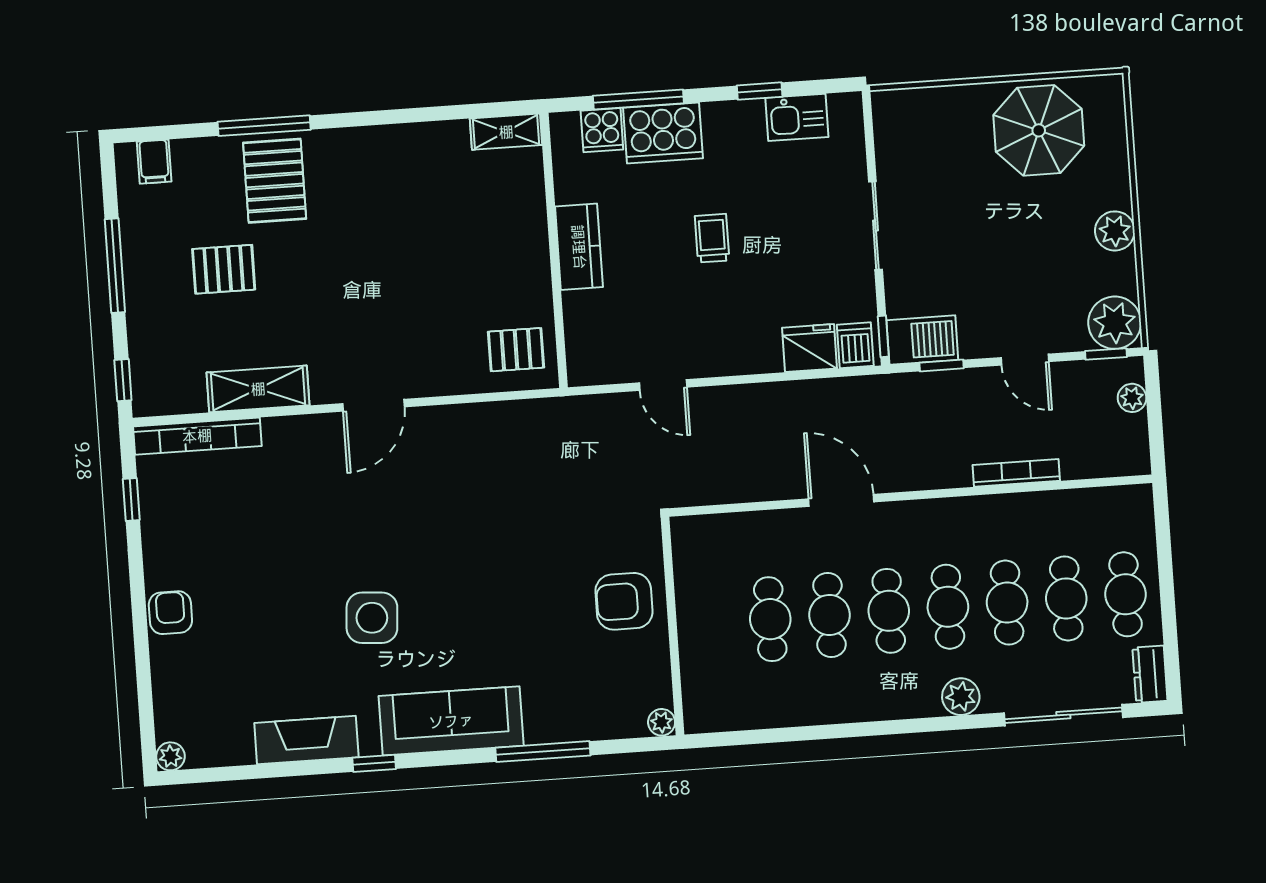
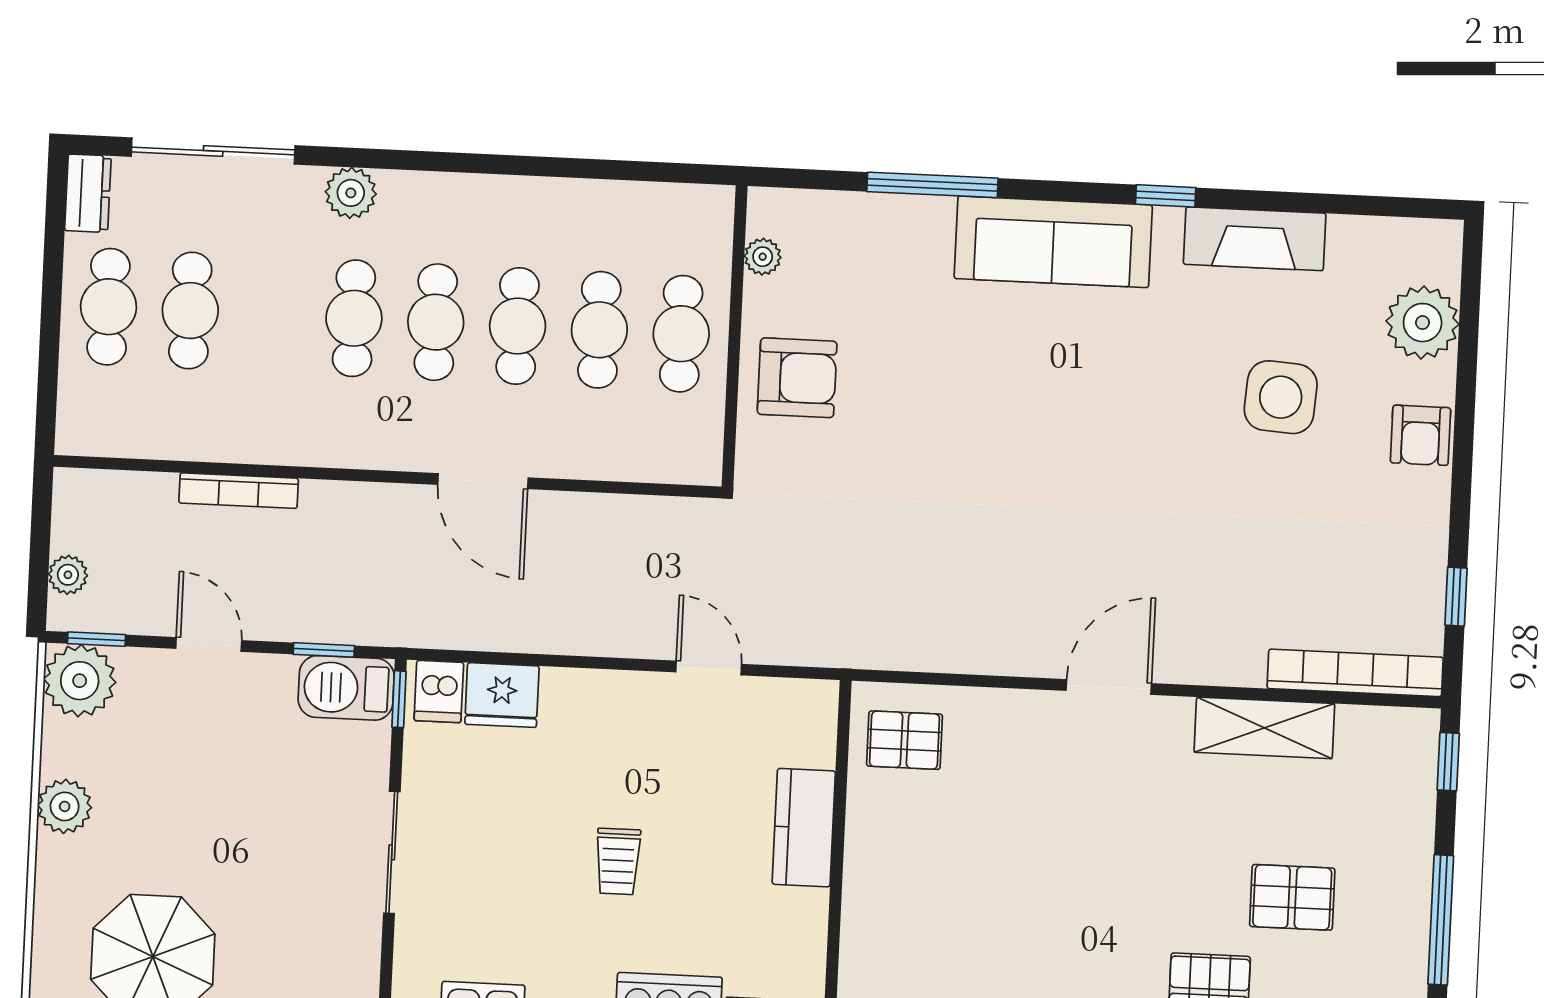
kitchen counter: (579, 247) -> (804, 828), moved
cafe table: (1007, 603) -> (681, 334), moved
side table: (372, 618) -> (1281, 397), moved
plant: (662, 722) -> (763, 257), moved
plant: (170, 756) -> (1423, 323), moved, width x1.88, depth x1.88

